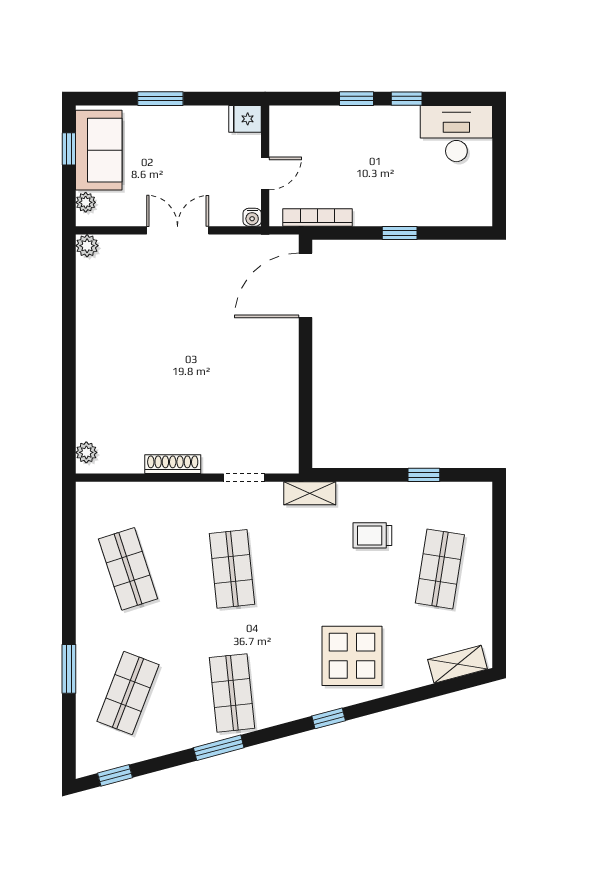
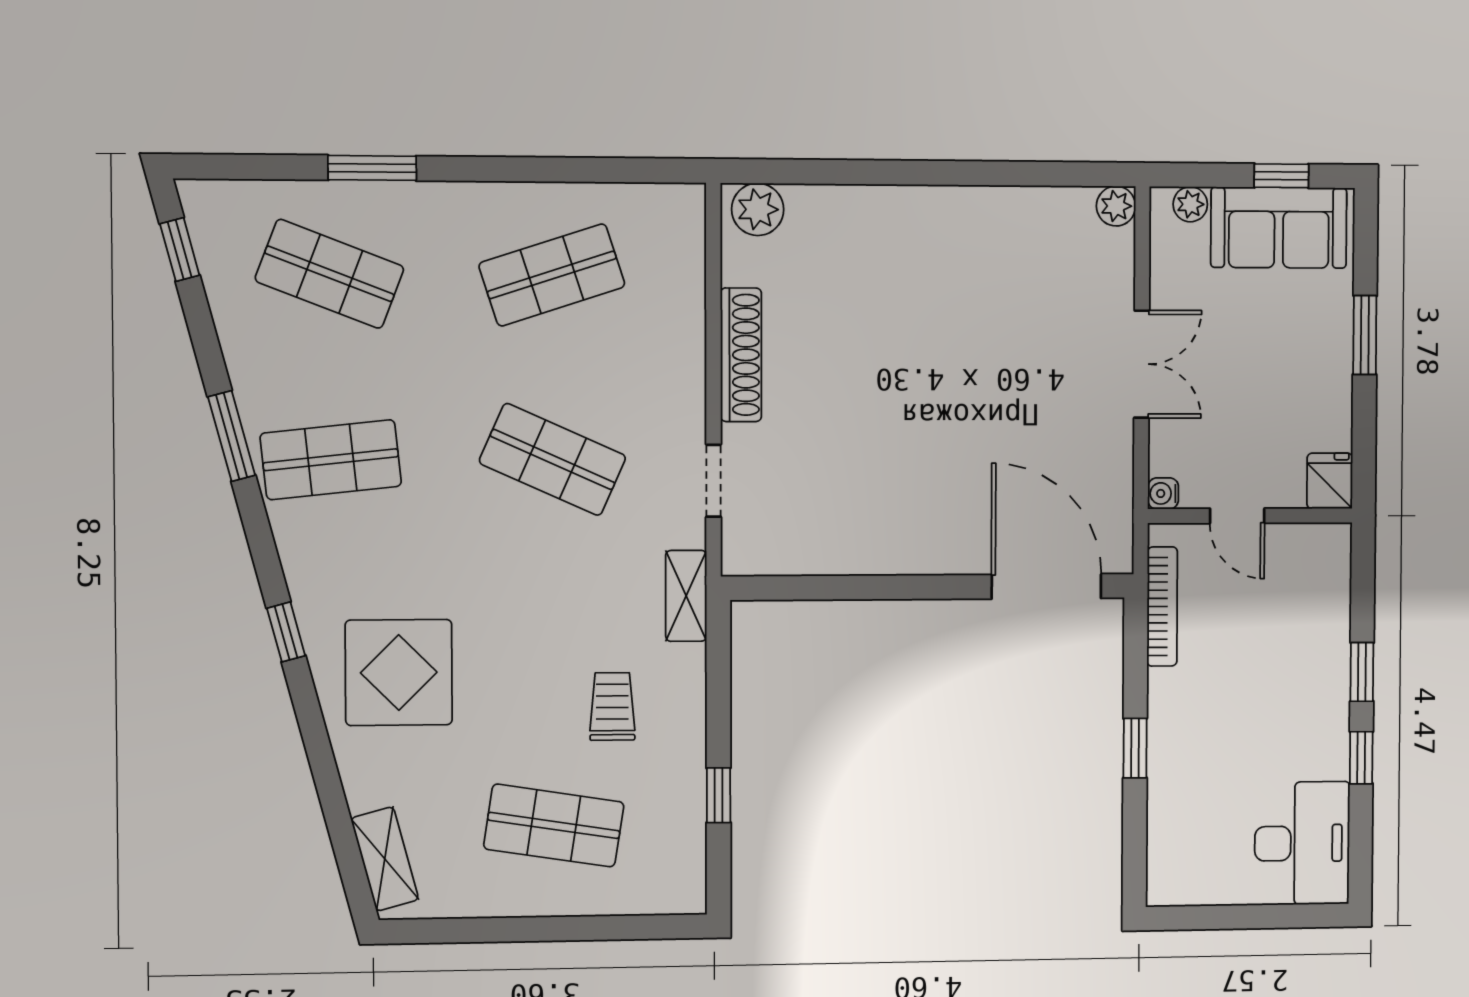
plant: (86, 452) -> (758, 209), width x1.38, depth x1.38
shoe rack: (173, 464) -> (741, 355), width x1.36, depth x1.24
shop shelf: (232, 569) -> (553, 459), turned 30

